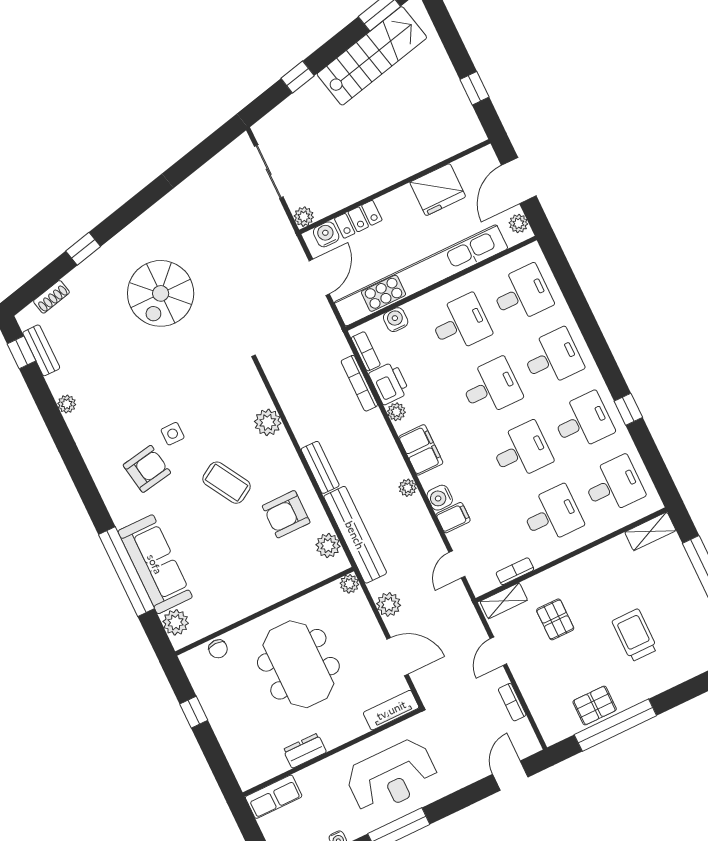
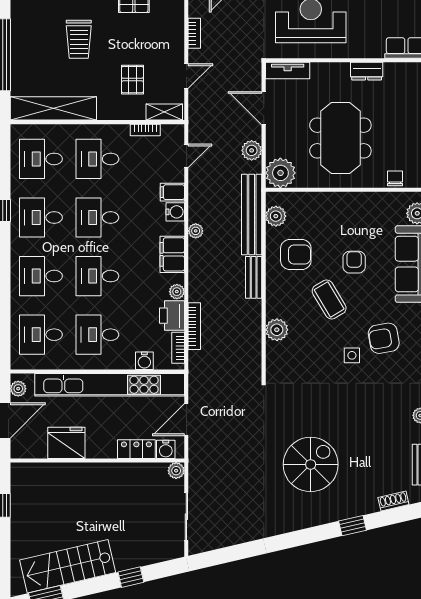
shelving: (650, 531) -> (53, 108), width x2.20, depth x1.33
armchair: (219, 536) -> (354, 262), added
plant: (349, 584) -> (280, 173), width x1.88, depth x1.88

